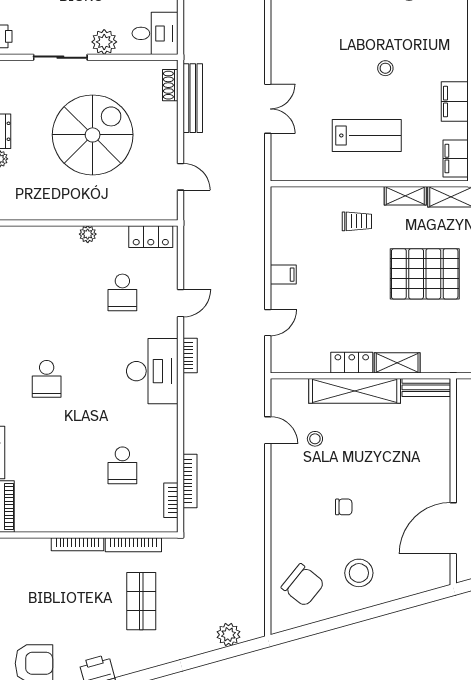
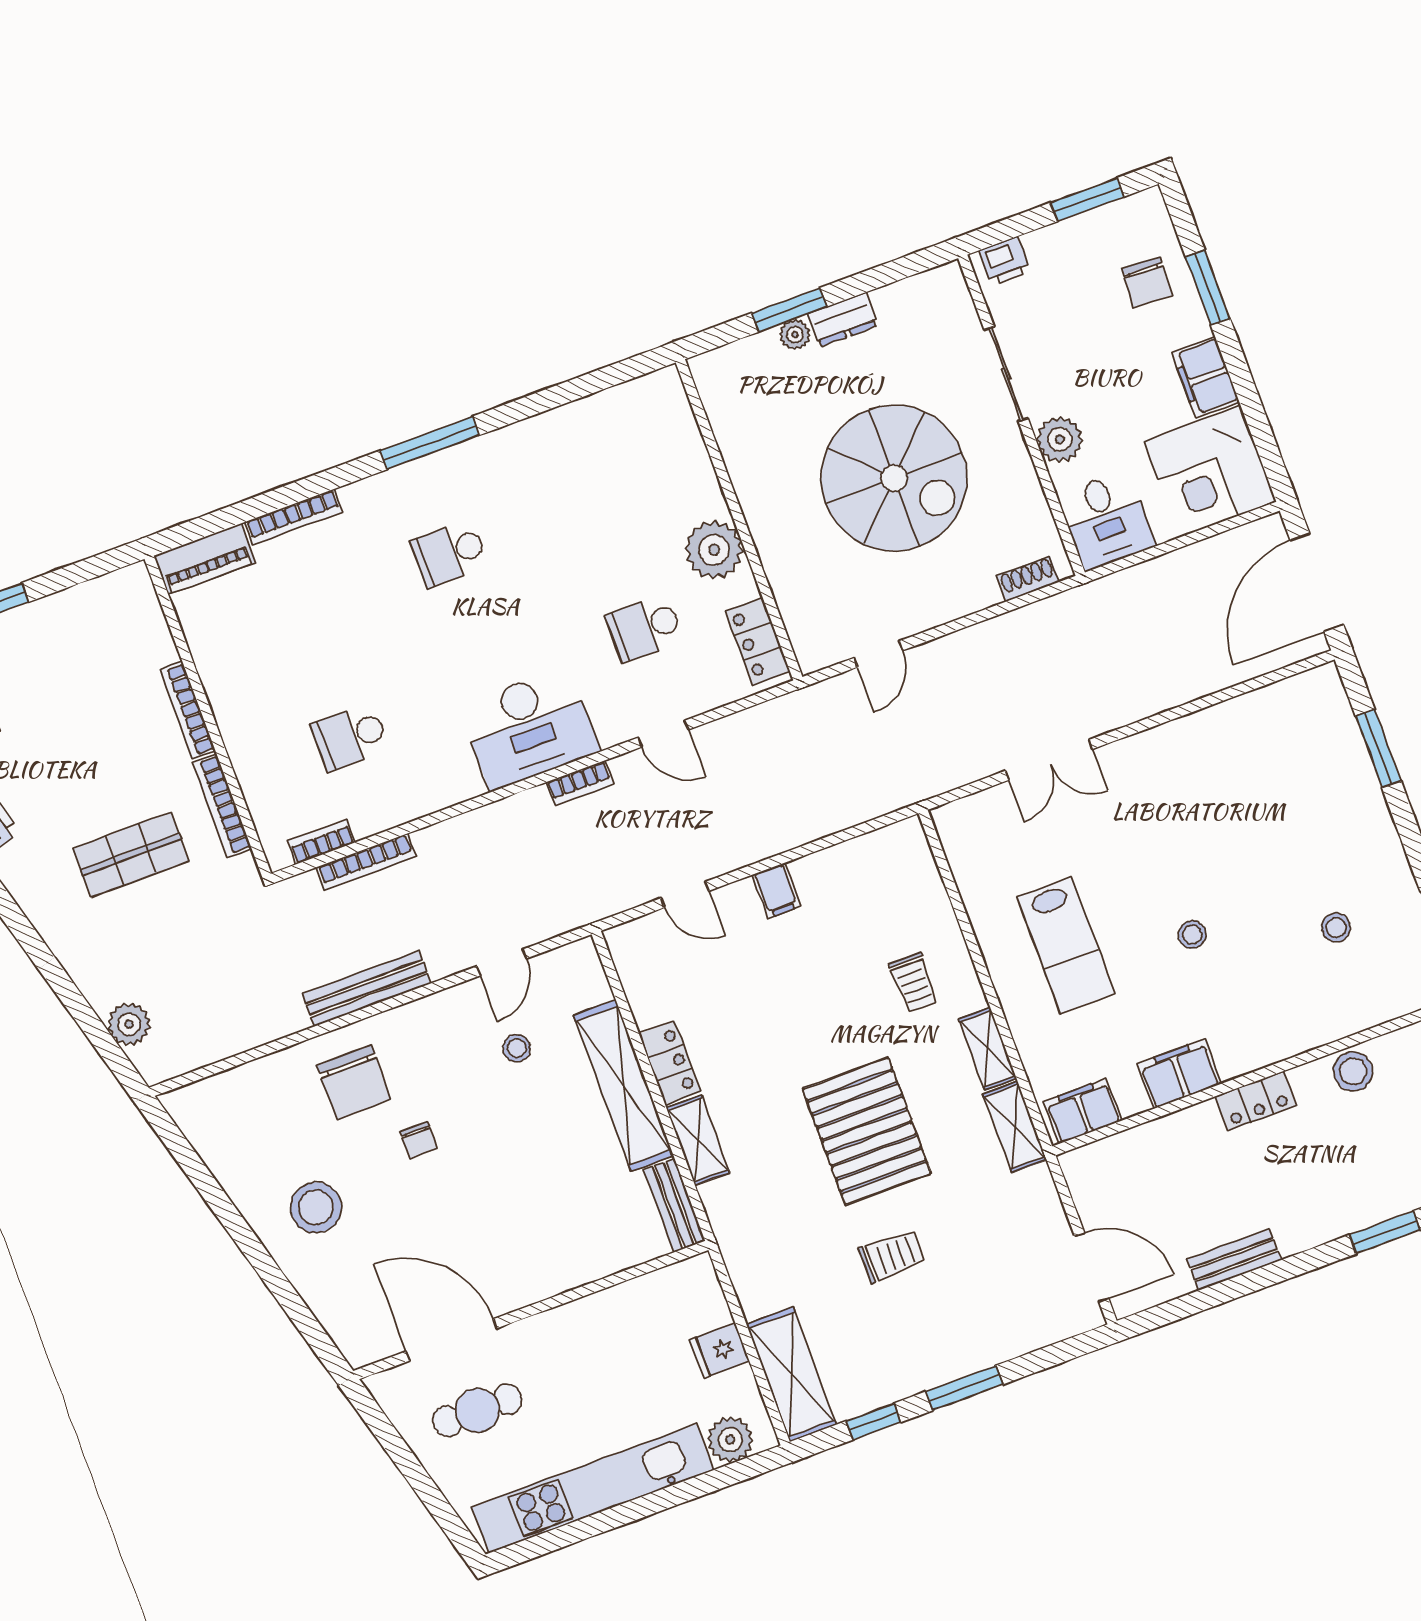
bench: (193, 98) -> (367, 989), moved
plant: (88, 234) -> (714, 550), width x1.88, depth x1.88
chair: (303, 585) -> (354, 1082), moved, turned -39

